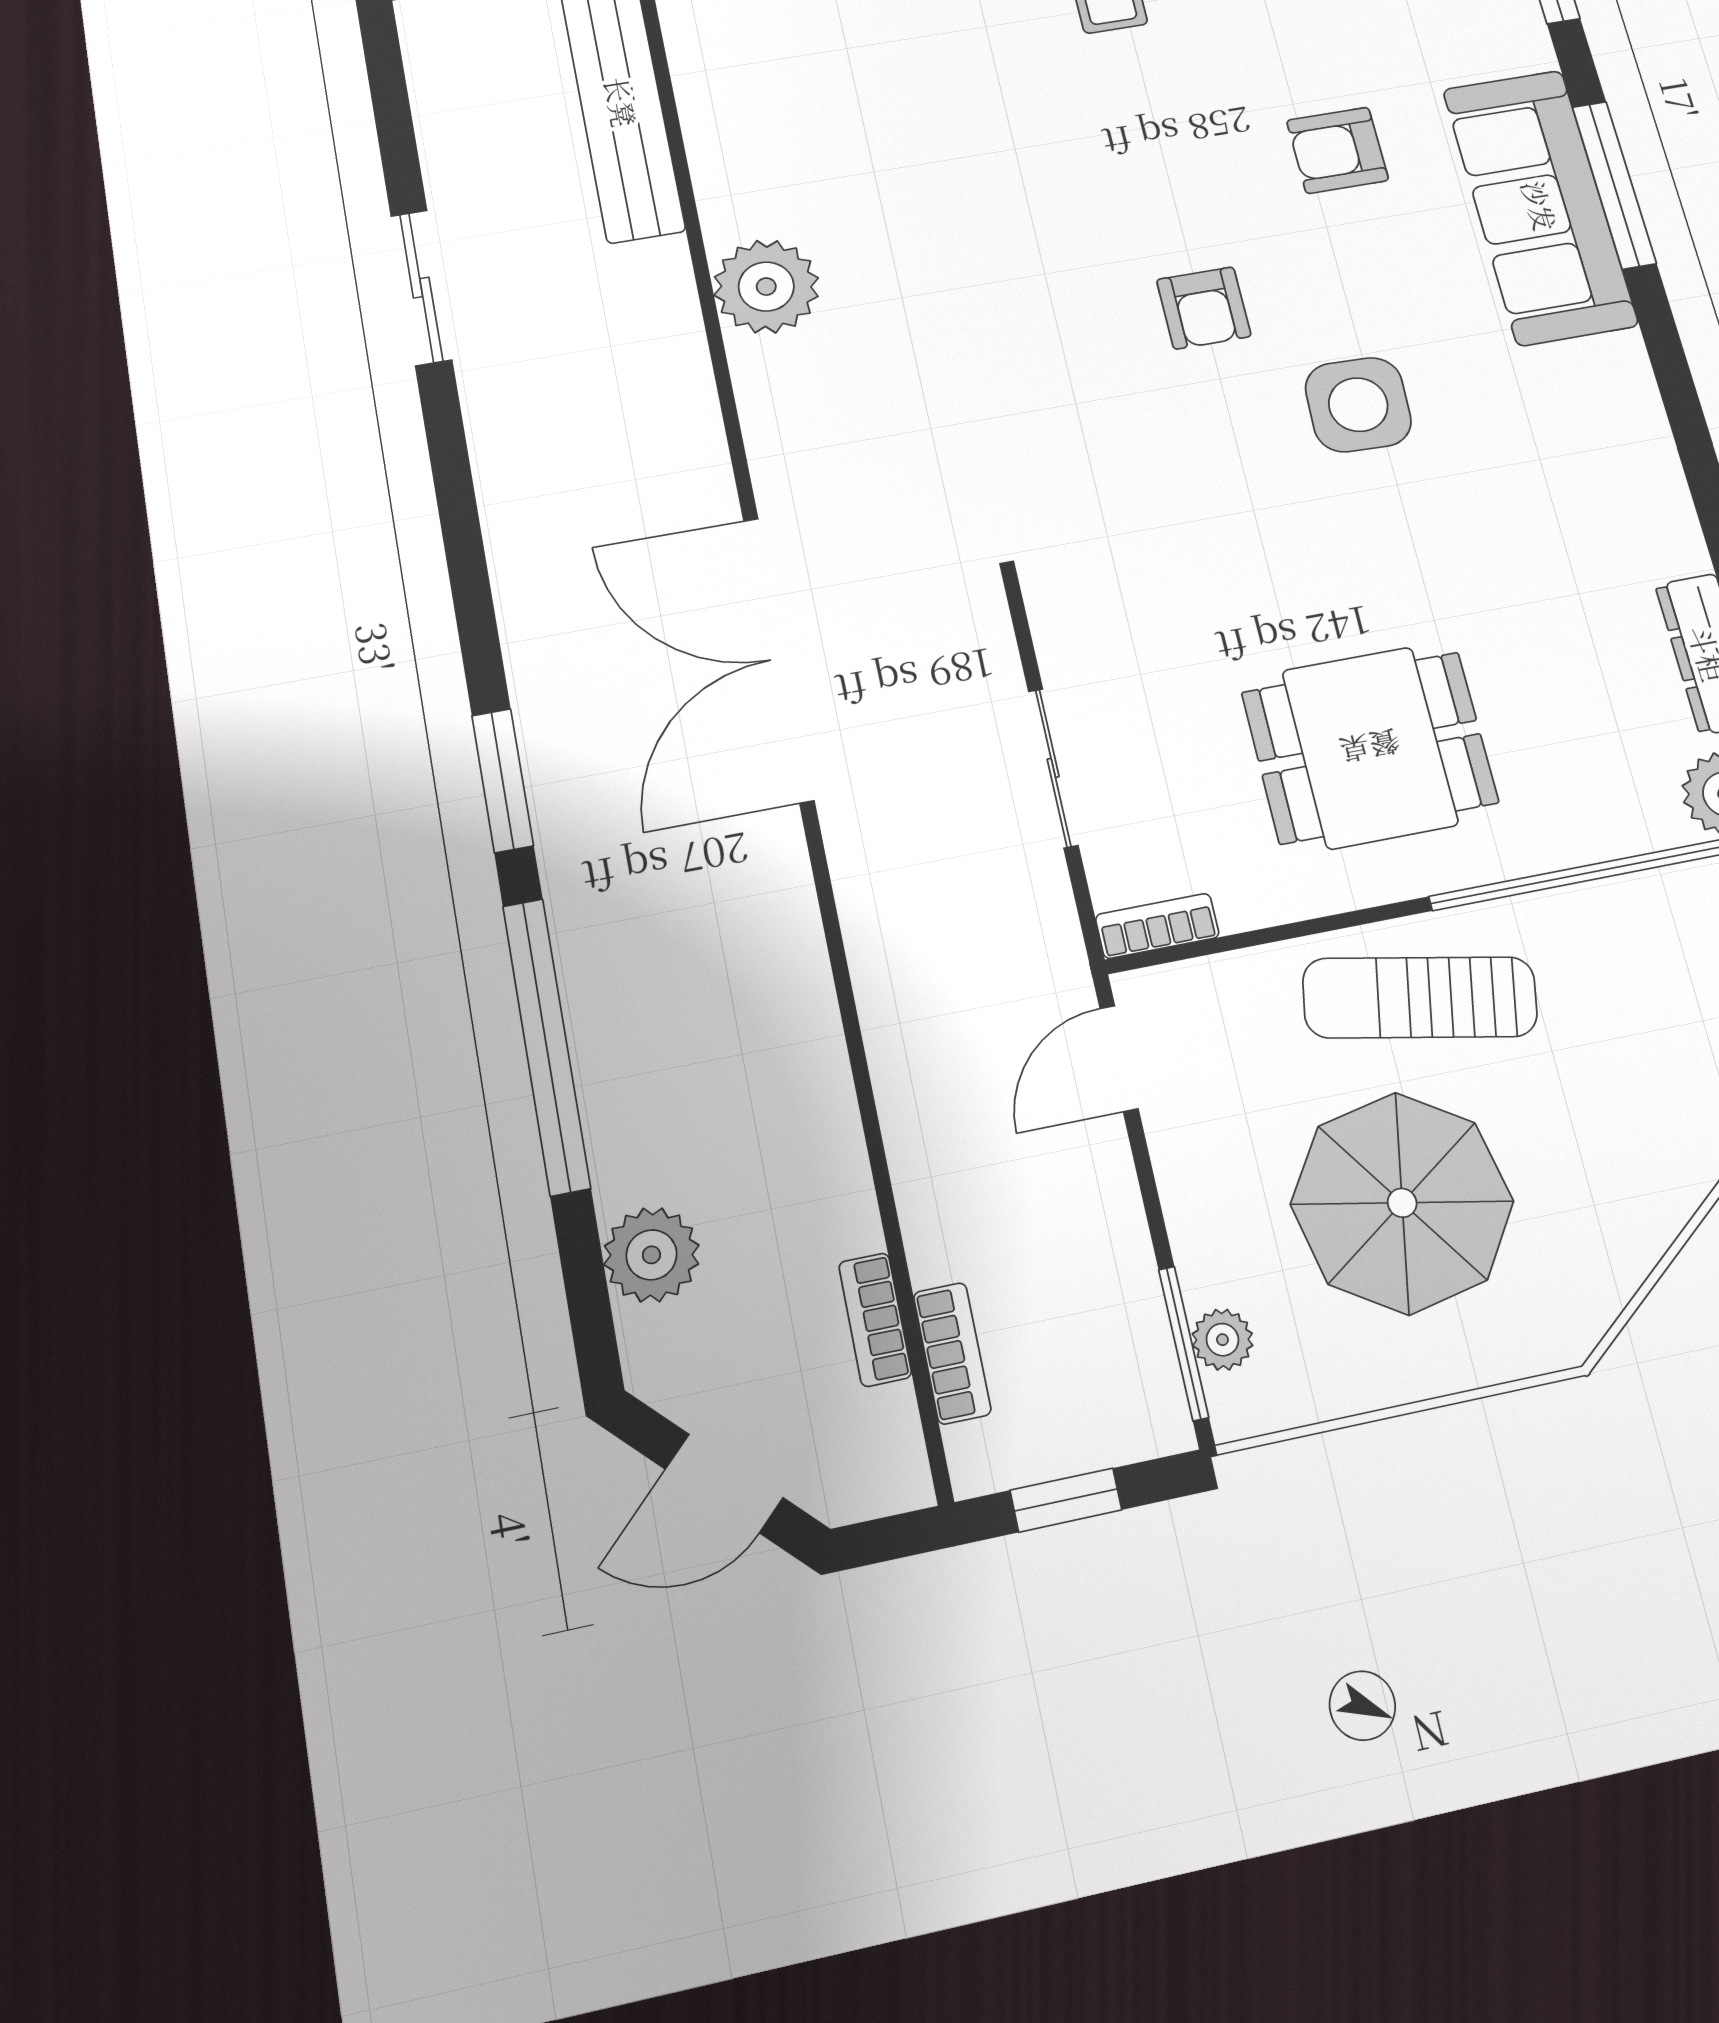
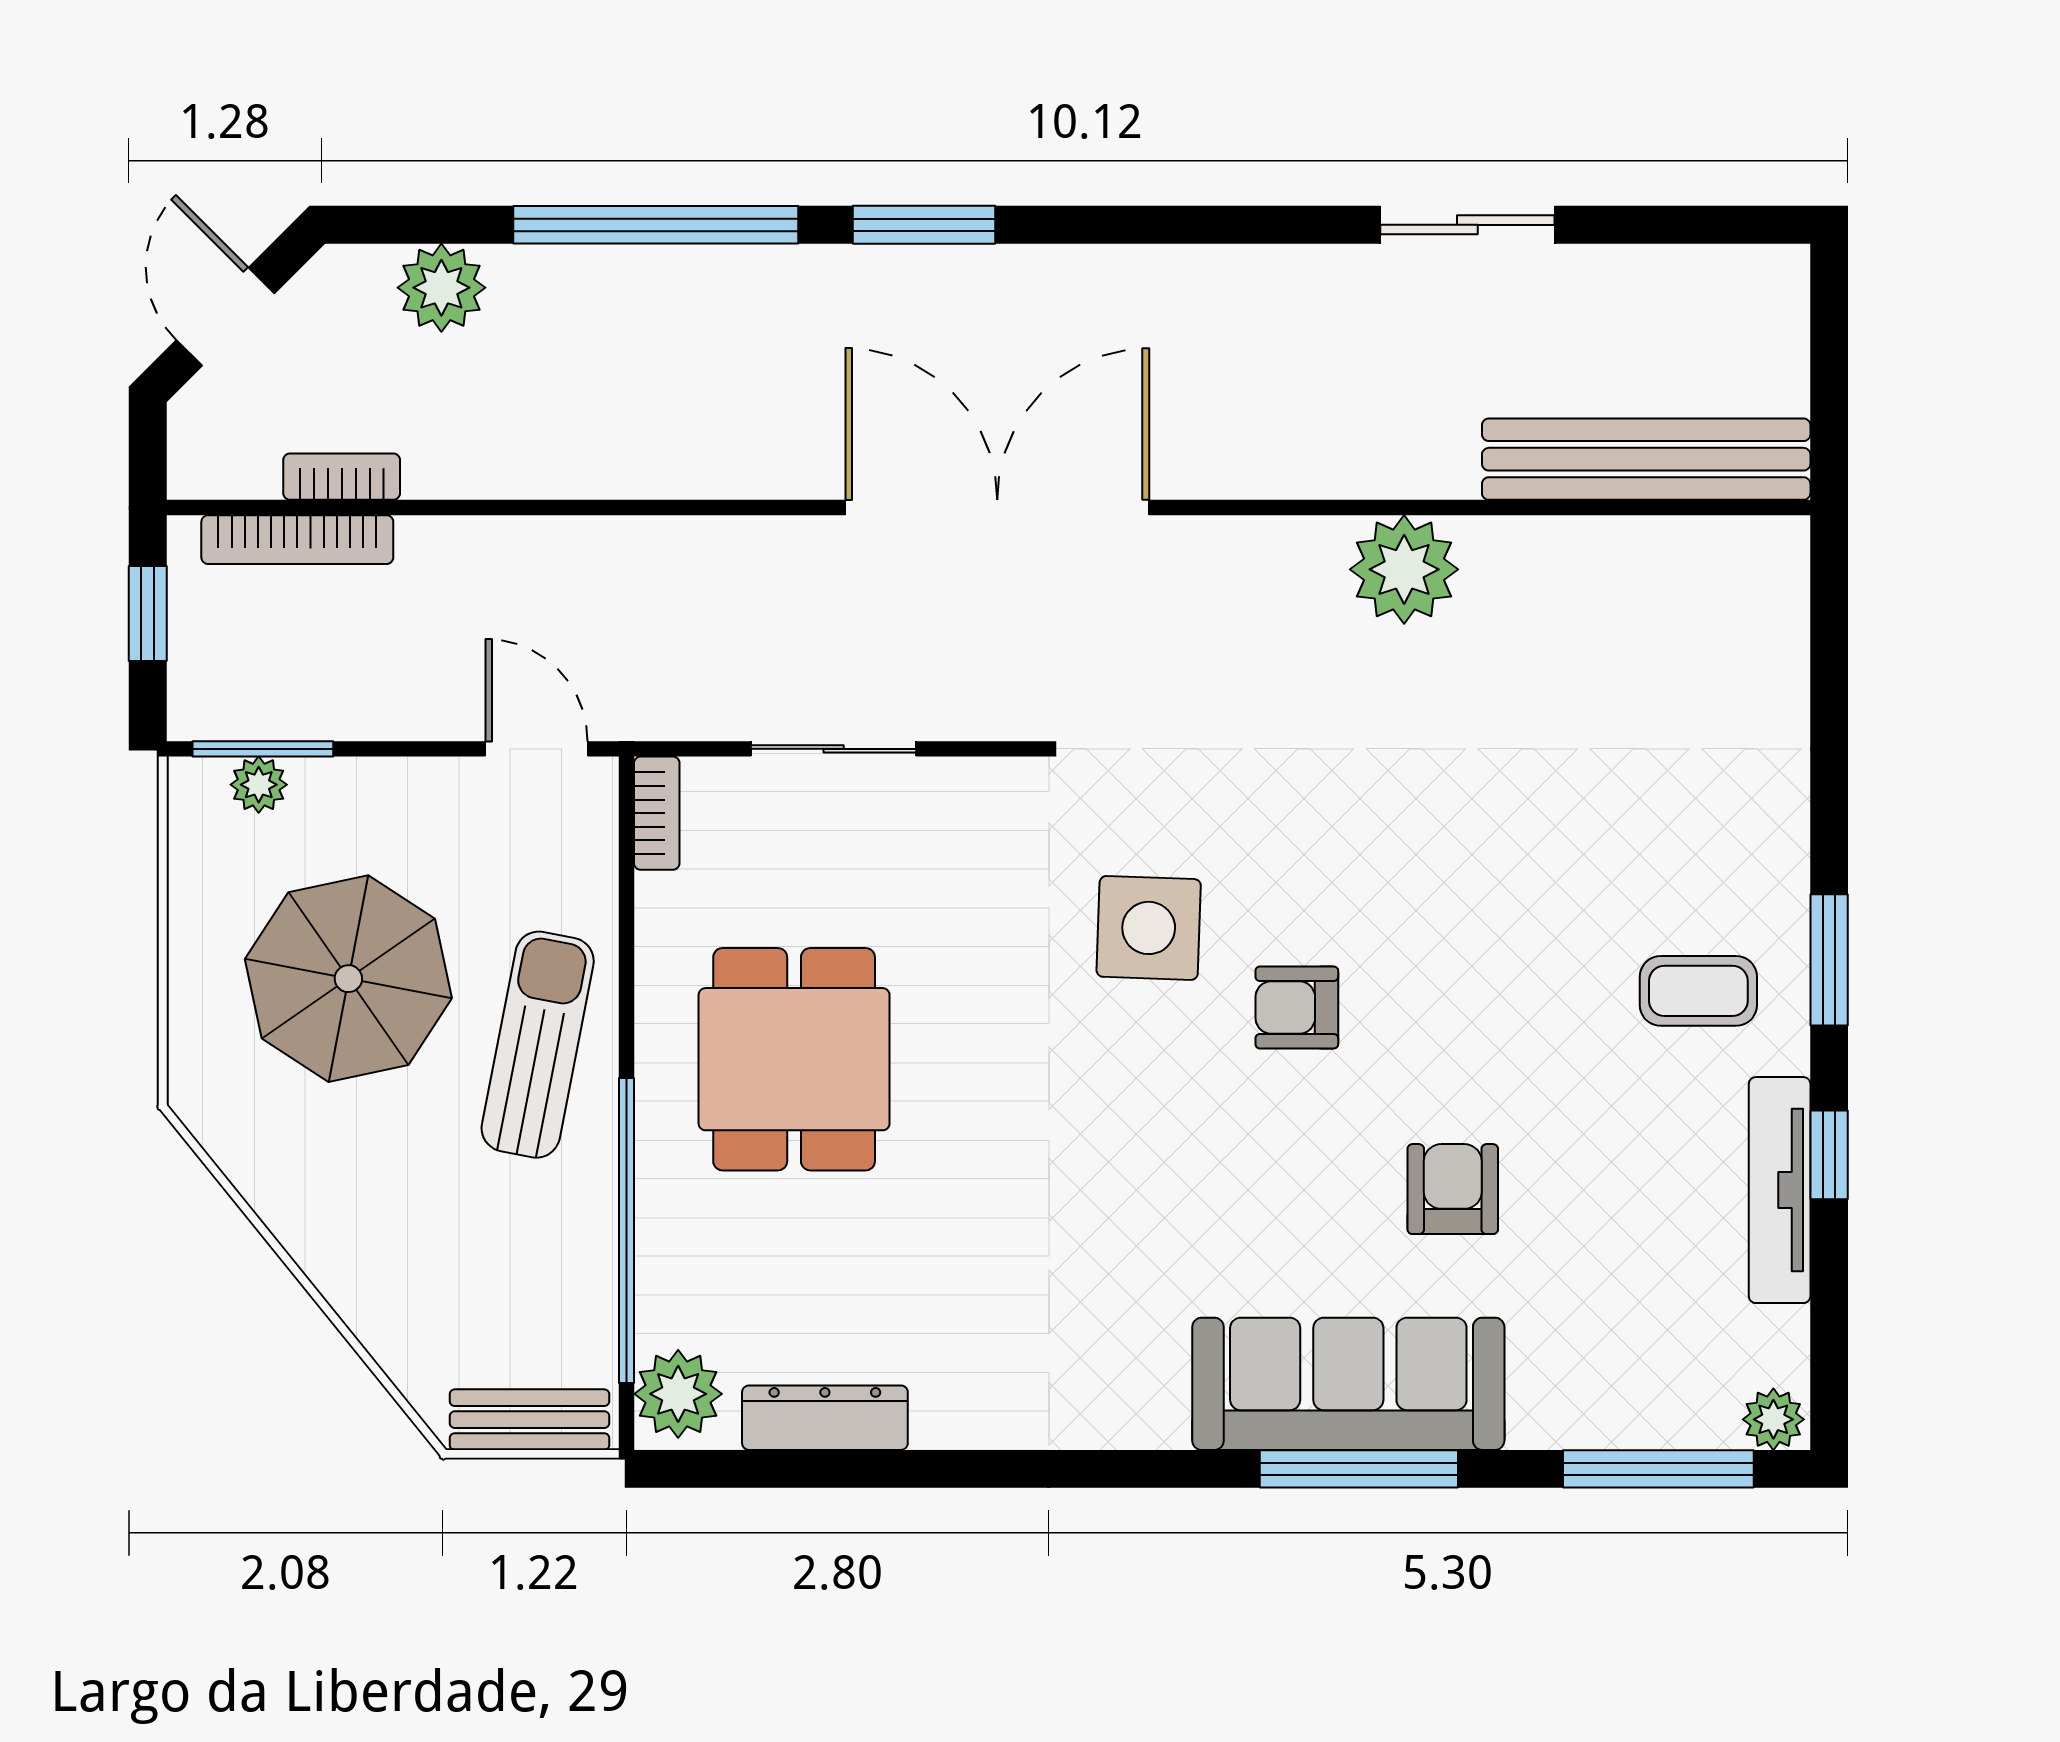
side table: (1358, 405) -> (1149, 928), moved
bookcase: (952, 1353) -> (297, 540), width x1.56

